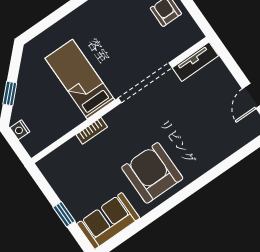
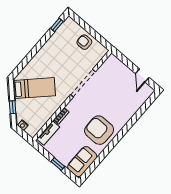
tv unit: (195, 62) -> (48, 133), moved
bed: (80, 79) -> (34, 88), moved, turned 135

